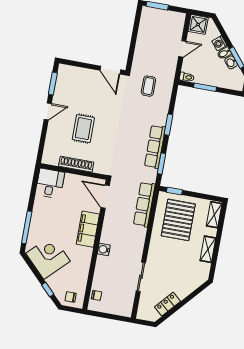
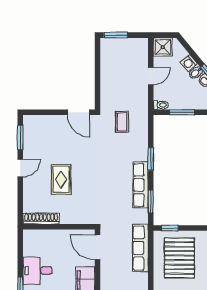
shoe rack: (76, 164) -> (41, 218), moved
desk: (50, 183) -> (37, 271), moved, turned -90

